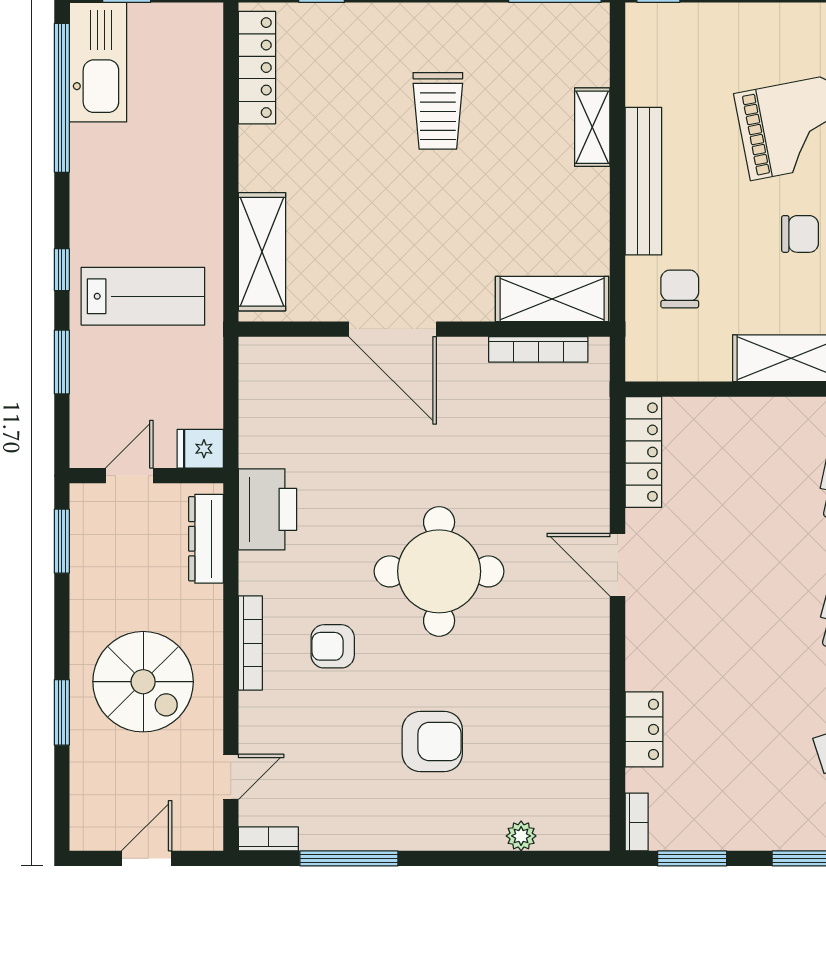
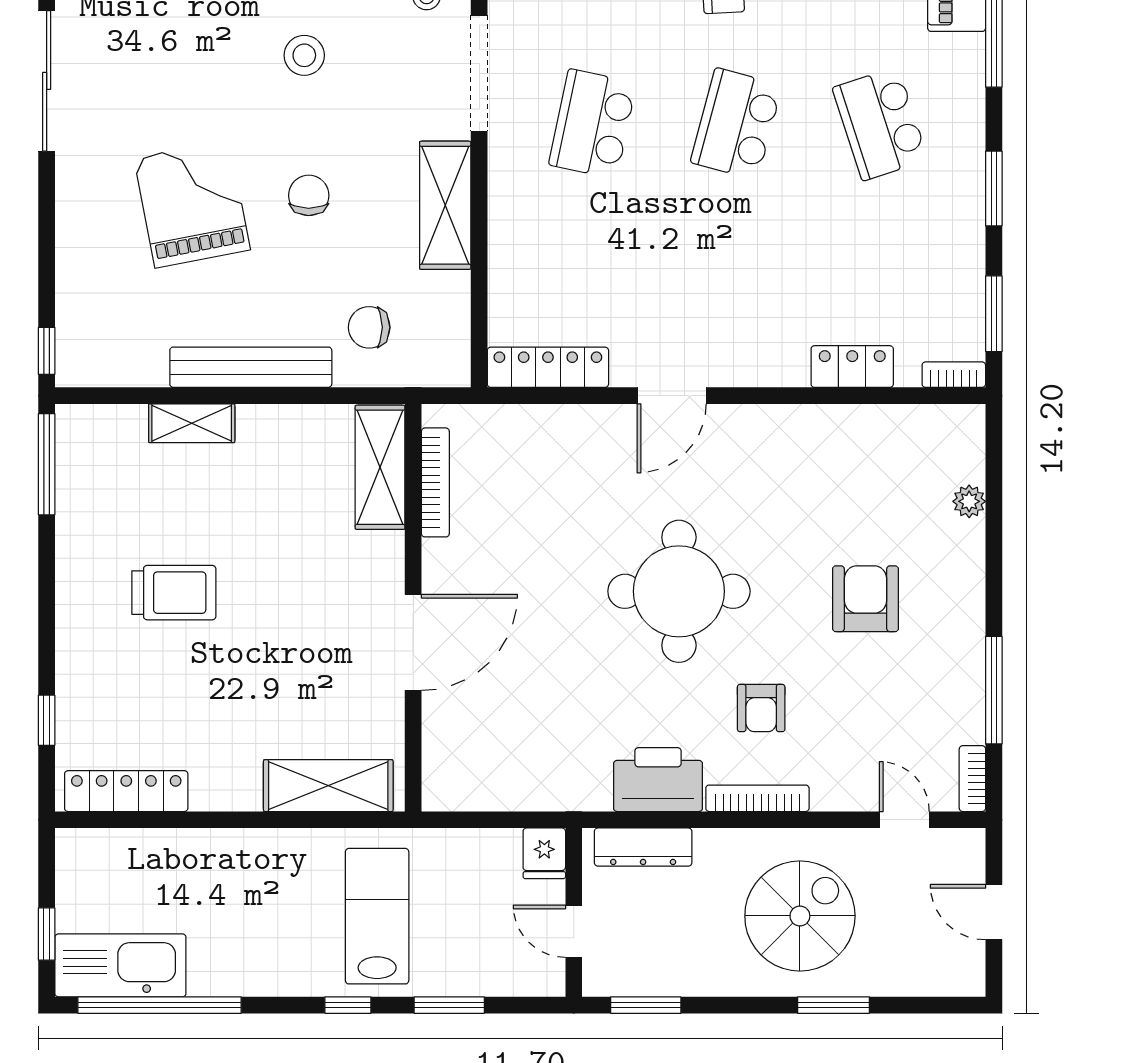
printer: (267, 509) -> (658, 780), moved

